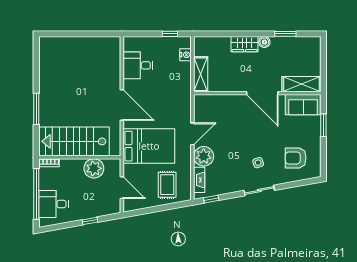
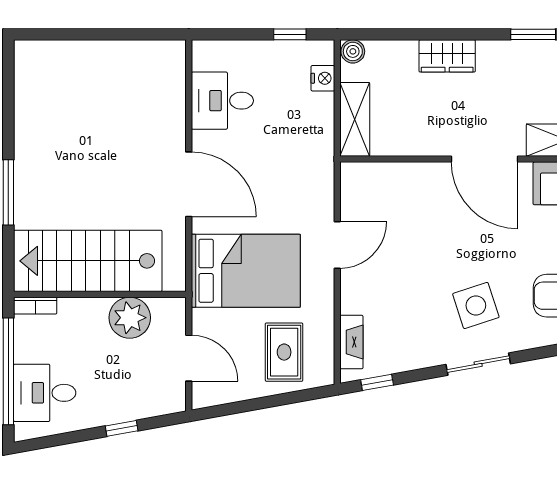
boiler: (264, 42) -> (353, 51), moved
plant: (204, 156) -> (361, 292), removed
side table: (258, 163) -> (476, 305), width x1.87, depth x1.87

